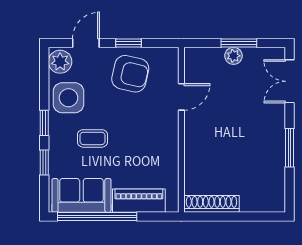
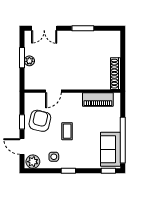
door: (181, 97) -> (53, 91), swing flipped
side table: (68, 98) -> (54, 157), width x0.54, depth x0.54
coffee table: (92, 138) -> (67, 131), moved
window: (44, 163) -> (108, 171), moved
piano: (139, 201) -> (98, 99), moved, turned -90

